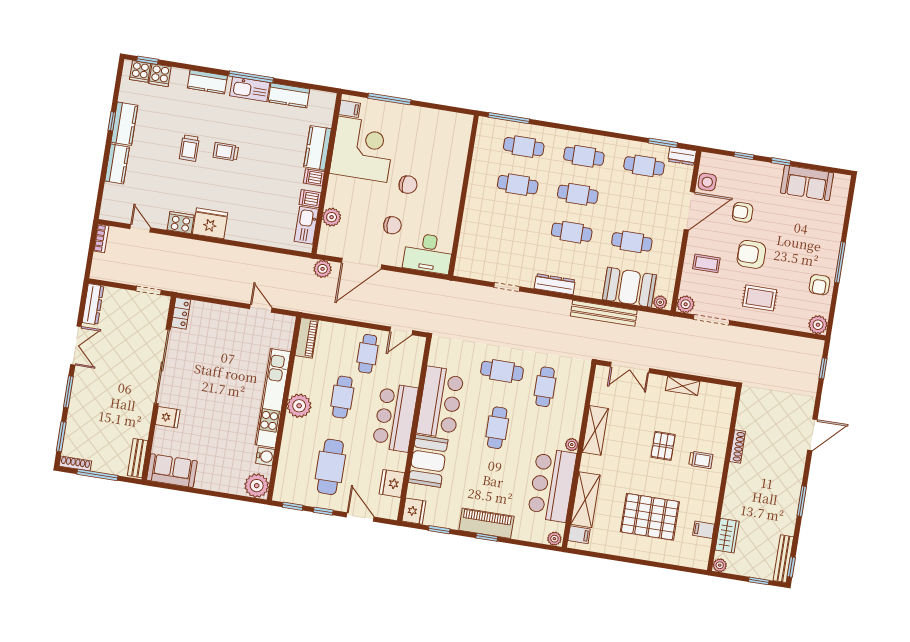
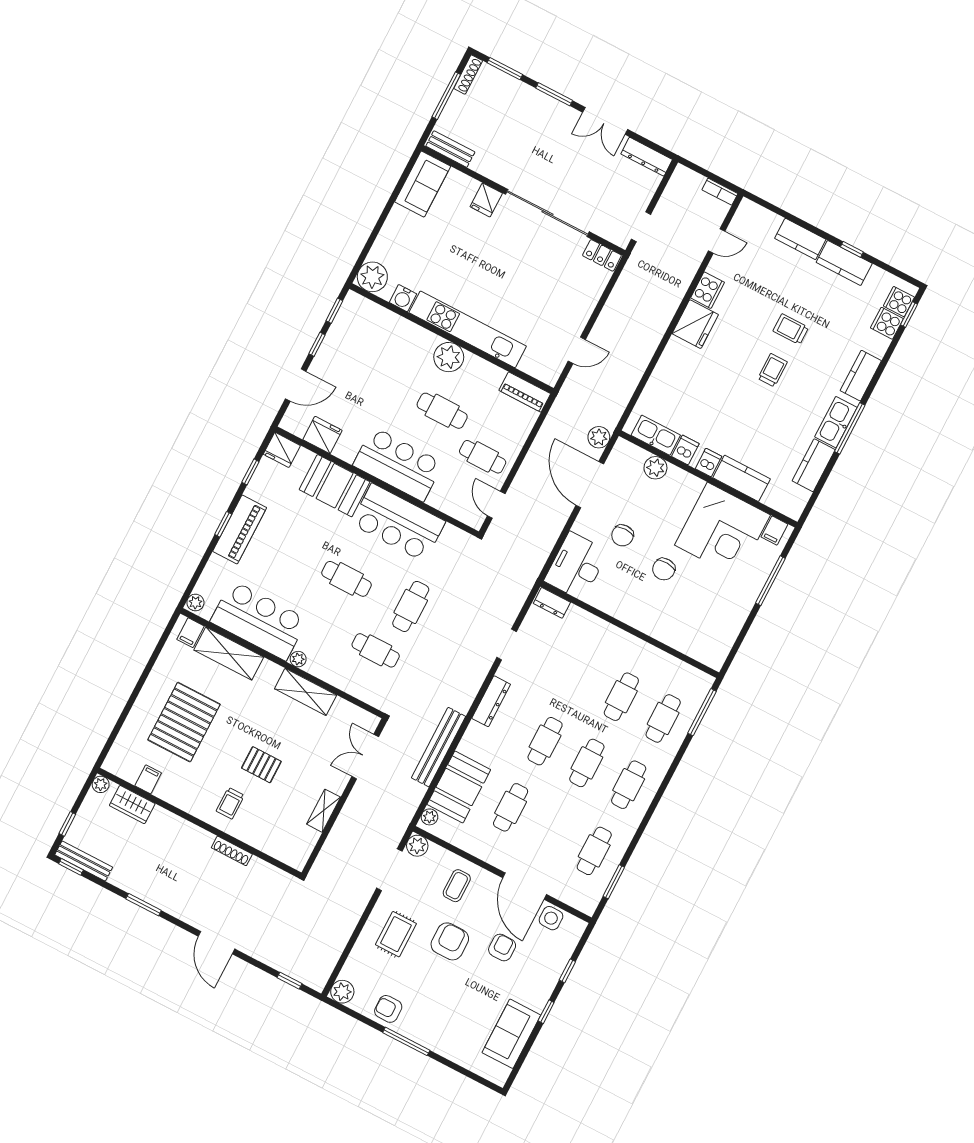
dresser: (682, 156) -> (552, 603), moved, turned -90
cafe table: (330, 467) -> (366, 370), removed

